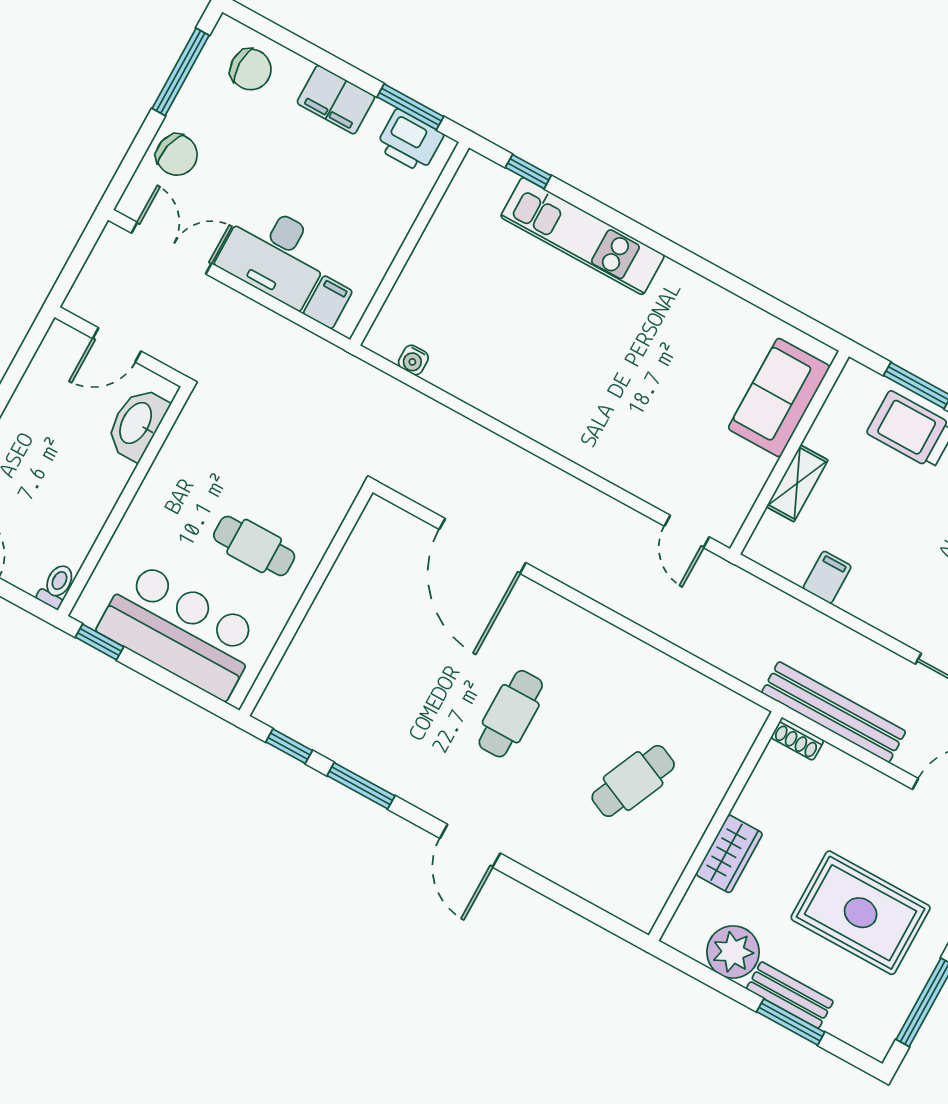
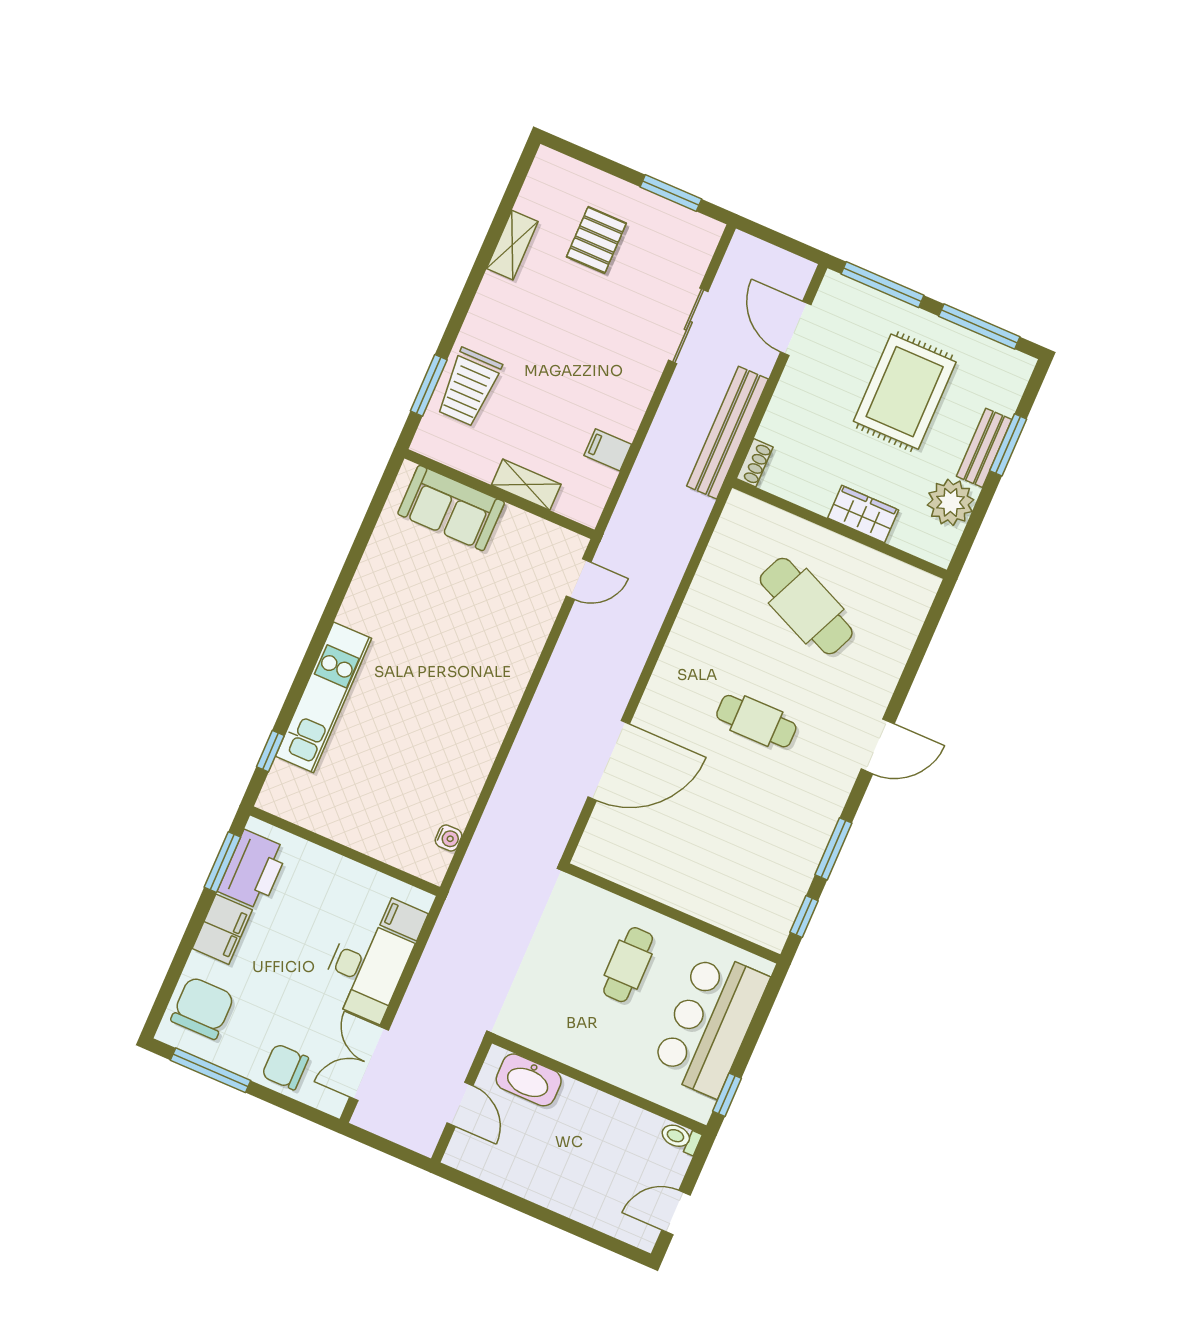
chair: (251, 69) -> (203, 1008), width x1.37, depth x1.37
printer: (410, 141) -> (253, 870), width x1.37, depth x1.19
chair: (177, 155) -> (285, 1067), turned -103
cafe table: (633, 781) -> (806, 606), width x1.37, depth x1.35

